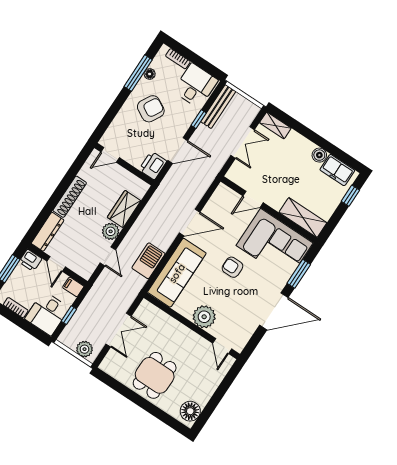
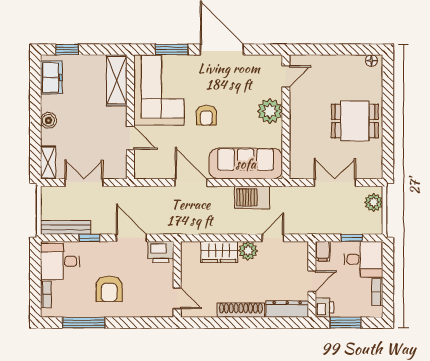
floor lamp: (150, 74) -> (78, 311), removed
armchair: (151, 109) -> (109, 289), turned -119
boiler: (319, 155) -> (48, 120), moved
floor lamp: (190, 411) -> (371, 61), width x0.53, depth x0.53

